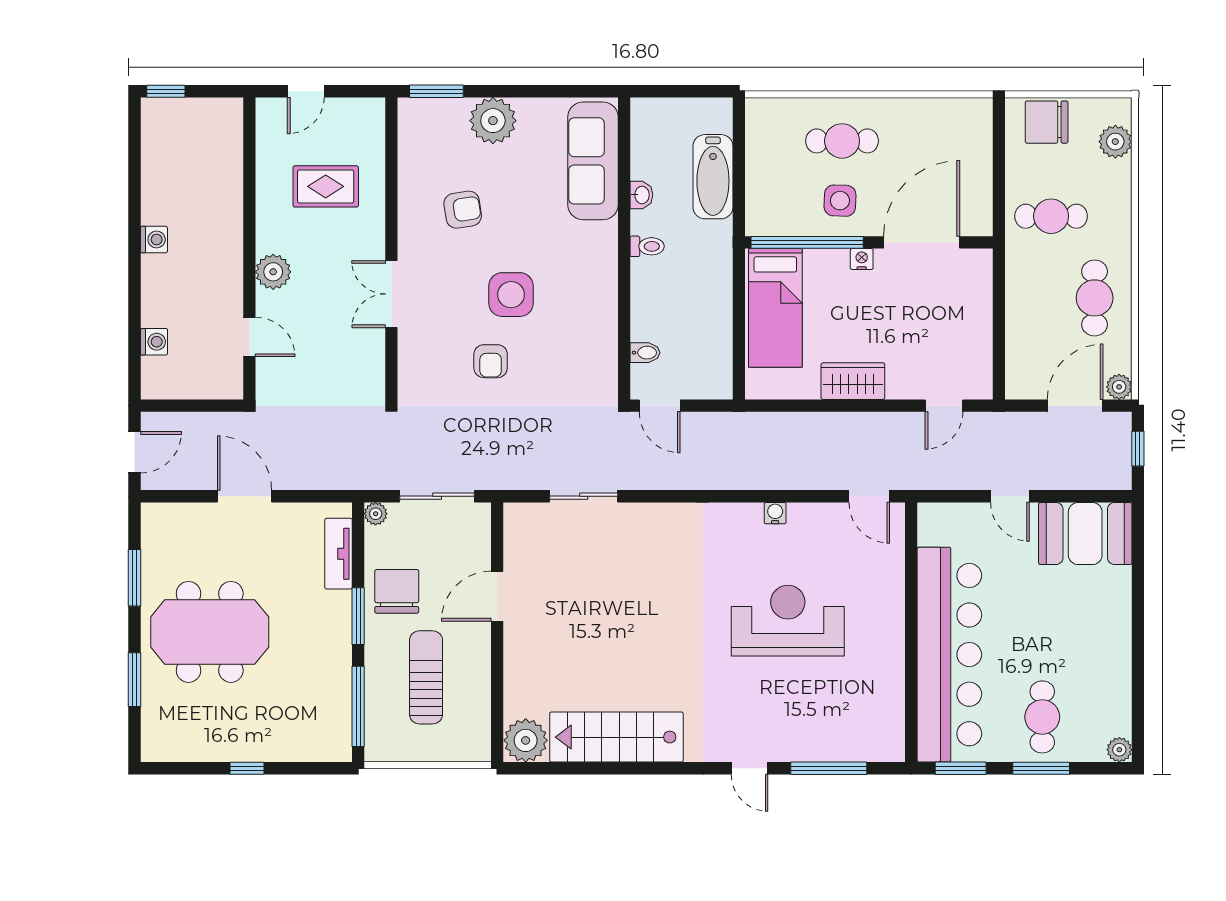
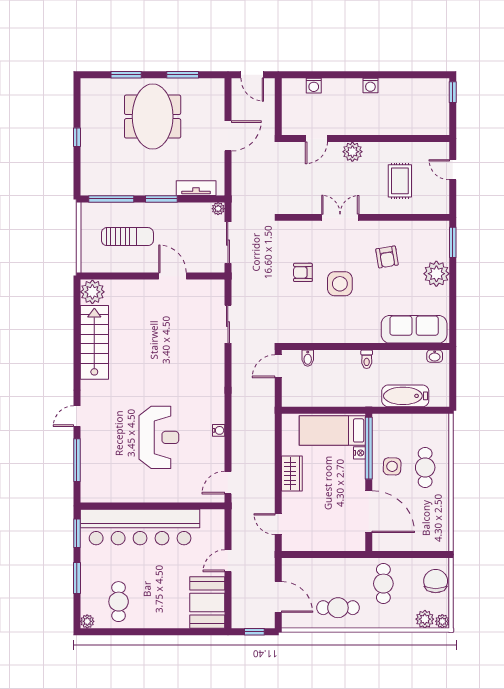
washbasin: (641, 195) -> (435, 356), moved
nightstand: (862, 259) -> (360, 453), moved
plant: (1119, 387) -> (442, 621), moved
chair: (397, 591) -> (175, 220), removed
cafe table: (1042, 717) -> (119, 602), moved, turned 90

